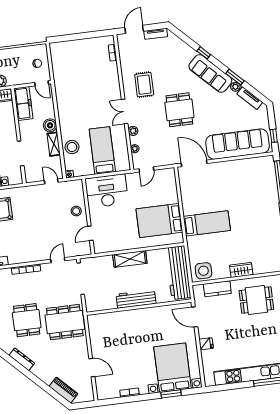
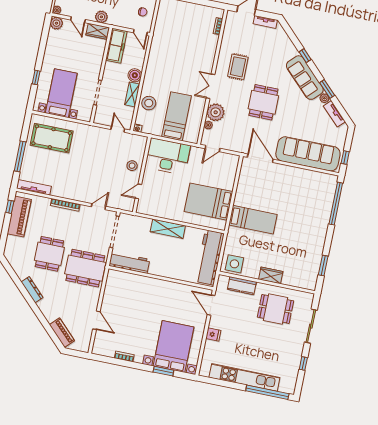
plant: (133, 131) -> (216, 112), width x1.87, depth x1.87
workbench: (136, 299) -> (129, 263), moved

